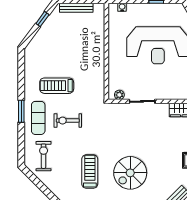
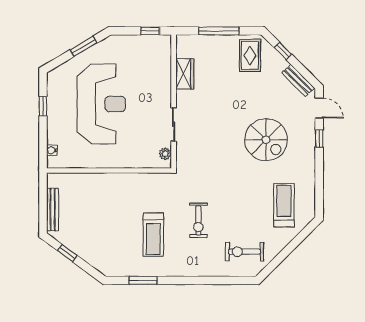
window: (21, 111) -> (143, 280), moved
exercise mat: (38, 118) -> (195, 259), removed
treadmill: (90, 171) -> (284, 205), moved, turned 90

